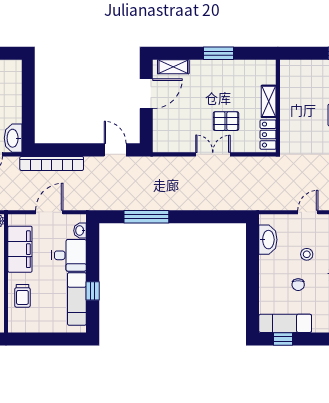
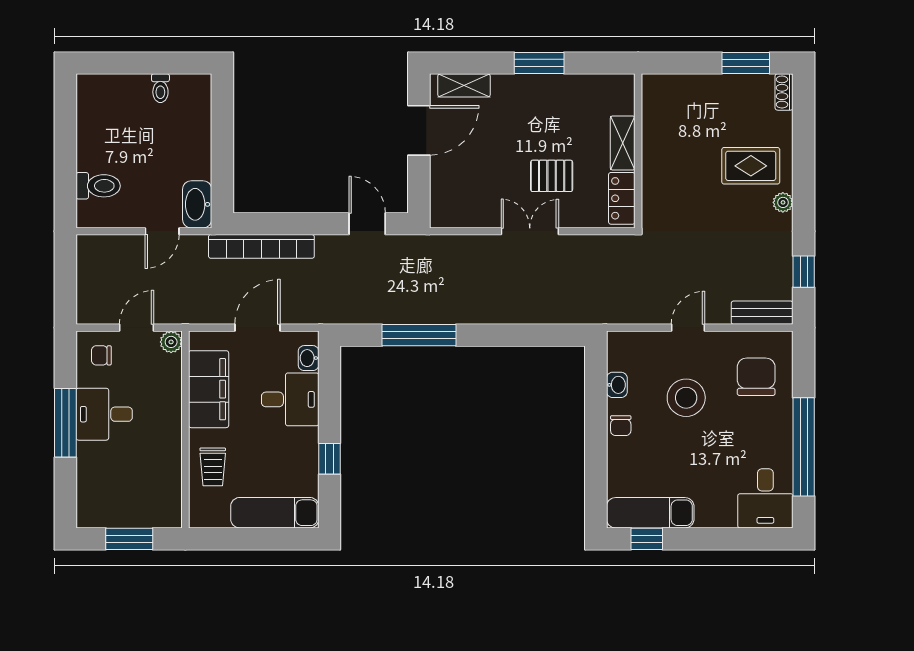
washbasin: (268, 240) -> (617, 385), width x0.52, depth x0.69
stool: (307, 254) -> (686, 398), width x1.89, depth x1.89
chair: (298, 285) -> (621, 426), moved
exam couch: (77, 299) -> (275, 513), moved, turned 90

